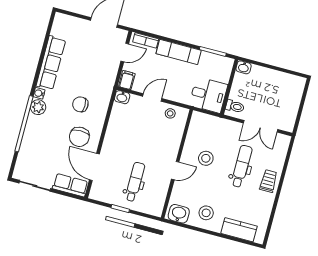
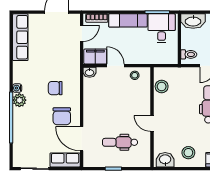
row of seats: (51, 63) -> (20, 37), moved
washbasin: (244, 67) -> (193, 21), width x1.91, depth x1.45
filing cabinet: (127, 80) -> (95, 56), width x2.00
desk: (208, 95) -> (162, 28), moved, turned -90
door: (152, 97) -> (116, 66), hinge flipped
stool: (206, 158) -> (162, 86), moved
door: (175, 171) -> (152, 123), swing flipped
dental chair: (135, 182) -> (120, 142), turned -90

